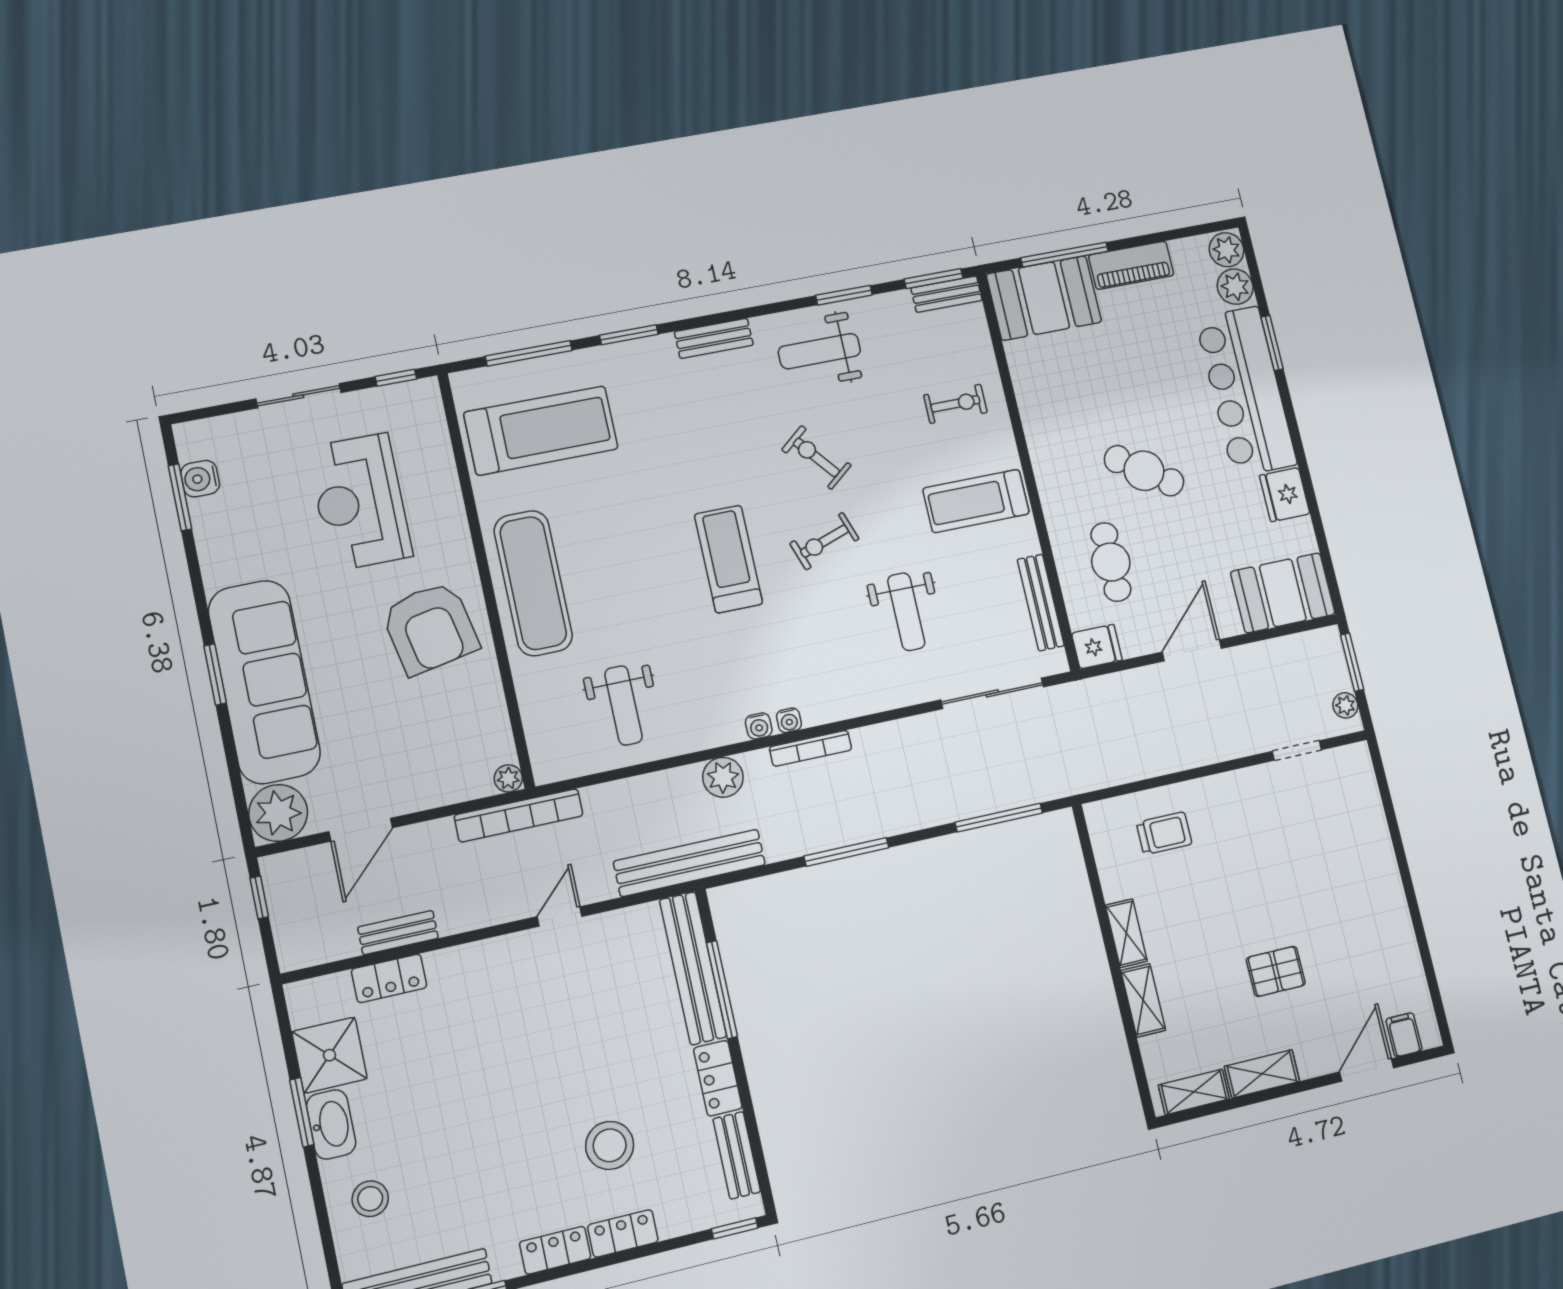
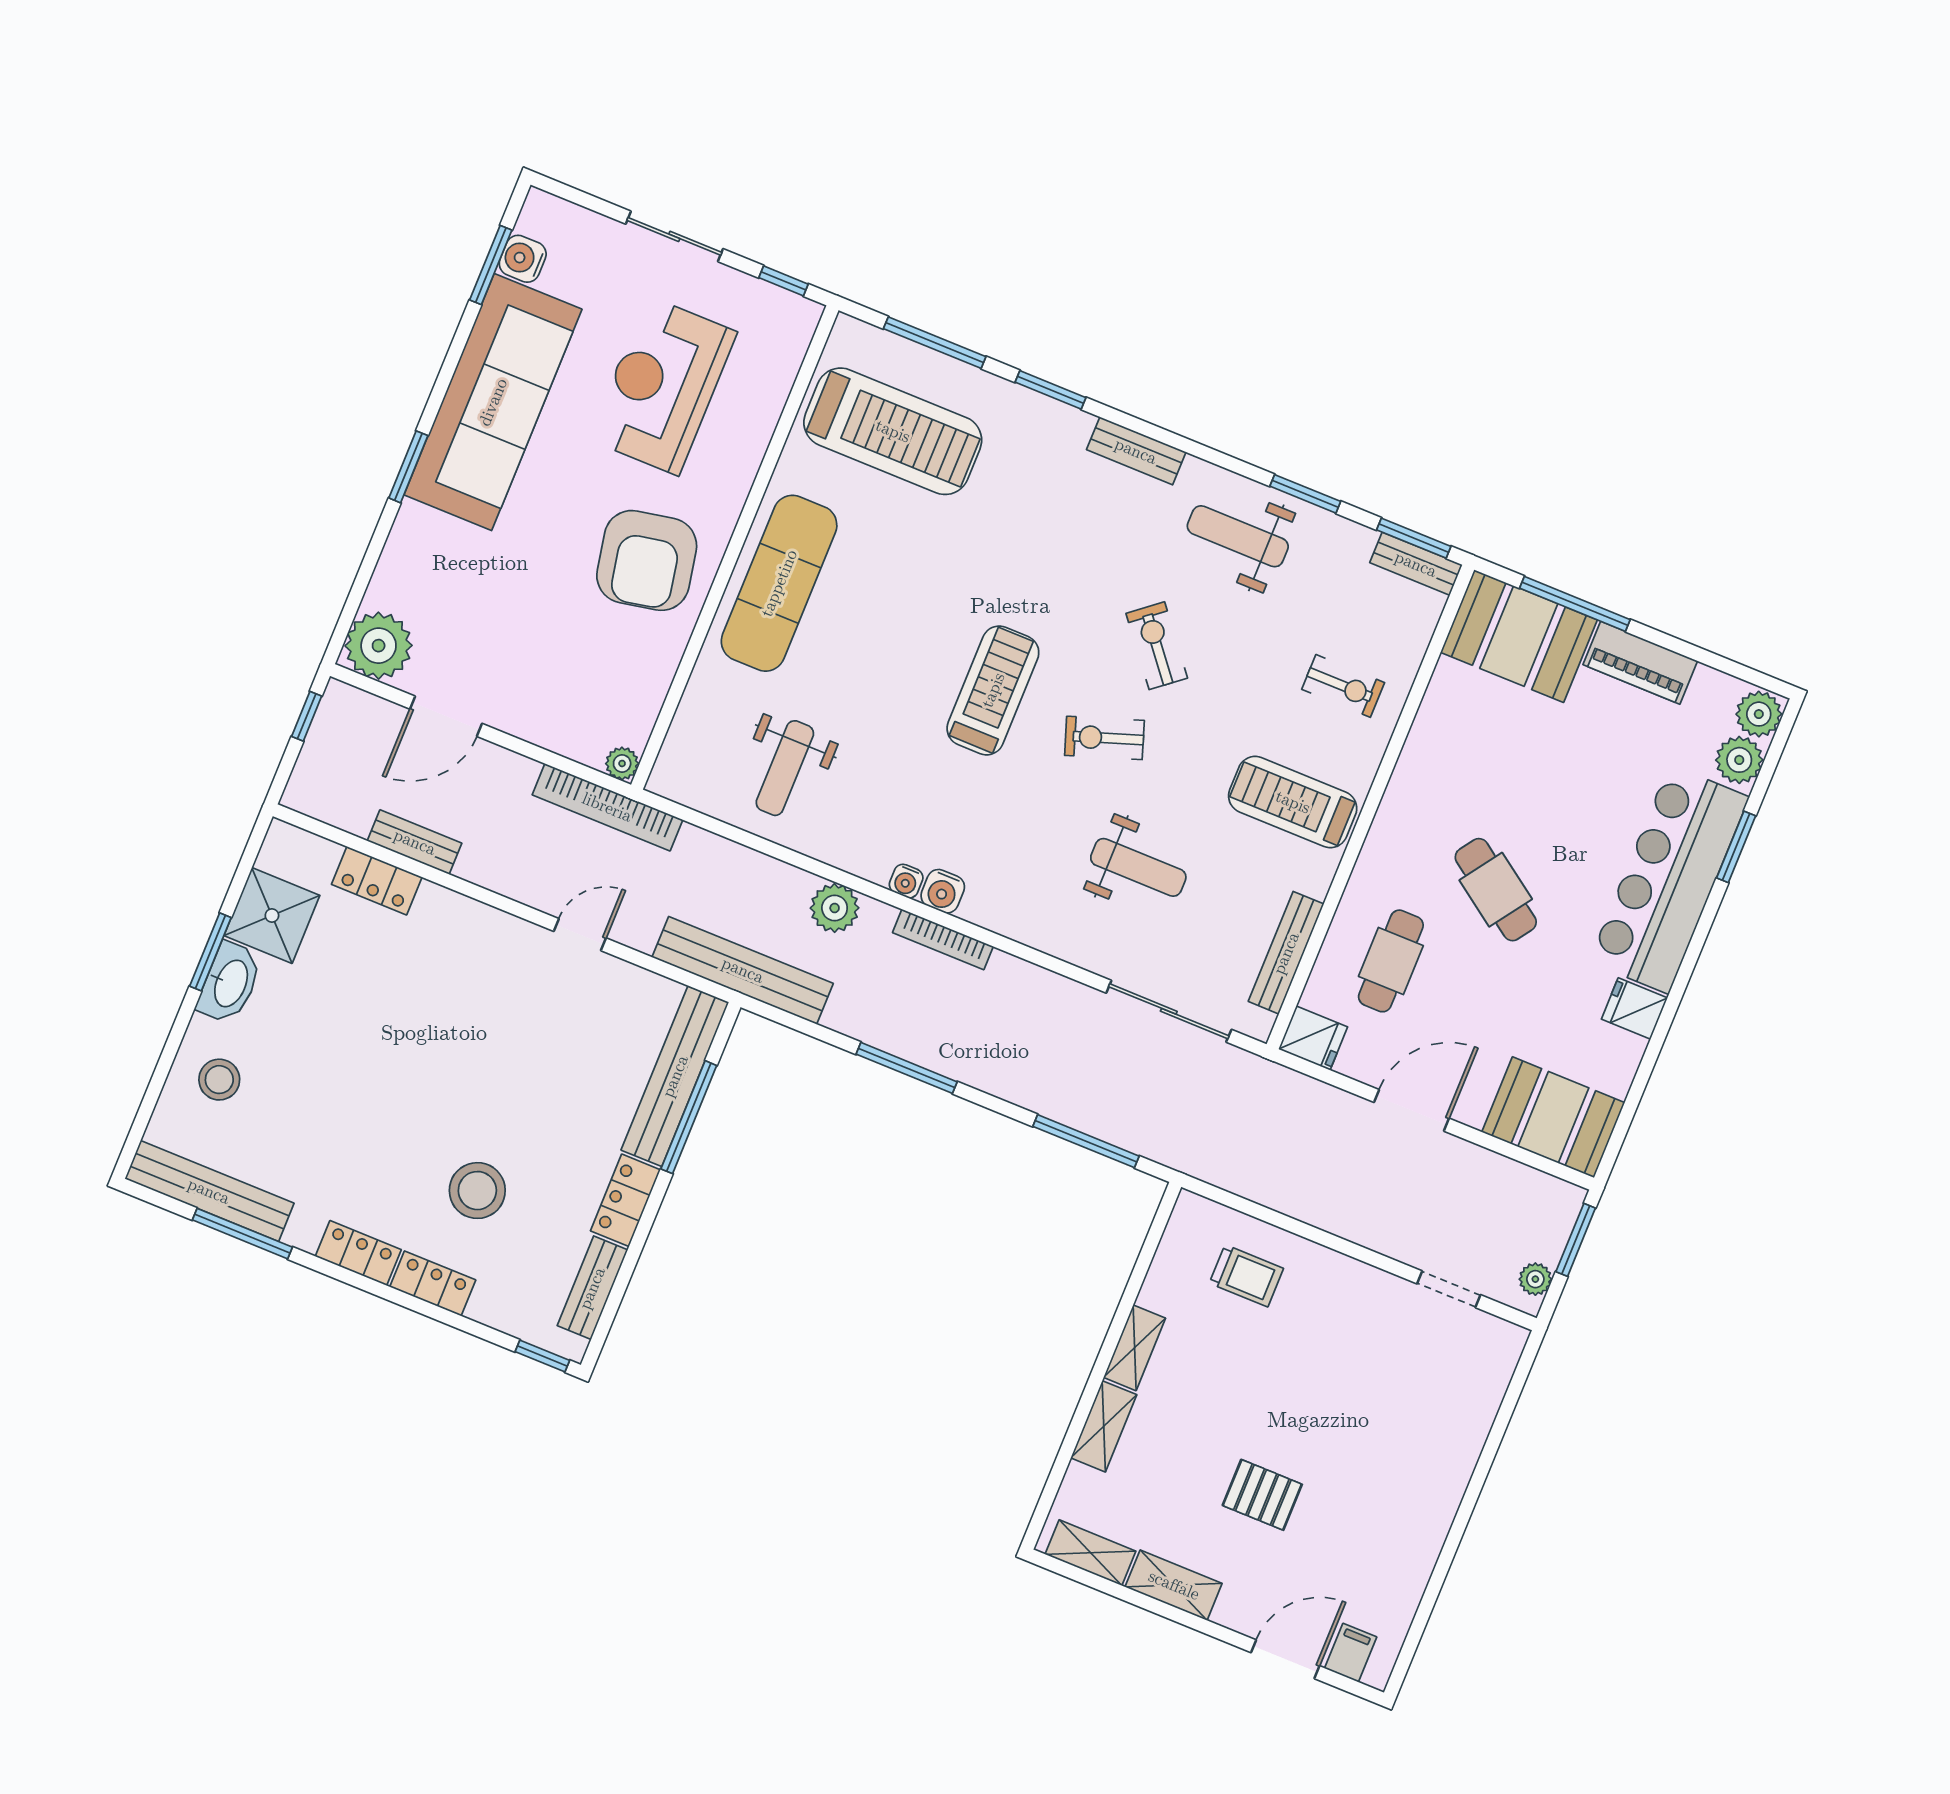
fridge: (1285, 495) -> (1634, 1008), width x0.72
weight bench: (906, 612) -> (1138, 867), turned -90
sofa: (264, 682) -> (493, 402), moved
water cooler: (789, 720) -> (943, 891), width x1.38, depth x1.38

